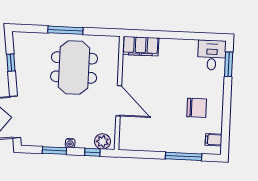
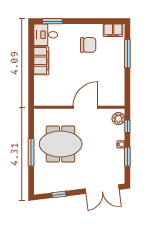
filing cabinet: (141, 46) -> (41, 61), moved
chair: (197, 108) -> (88, 45), turned 90
filing cabinet: (214, 140) -> (113, 30), width x2.00

